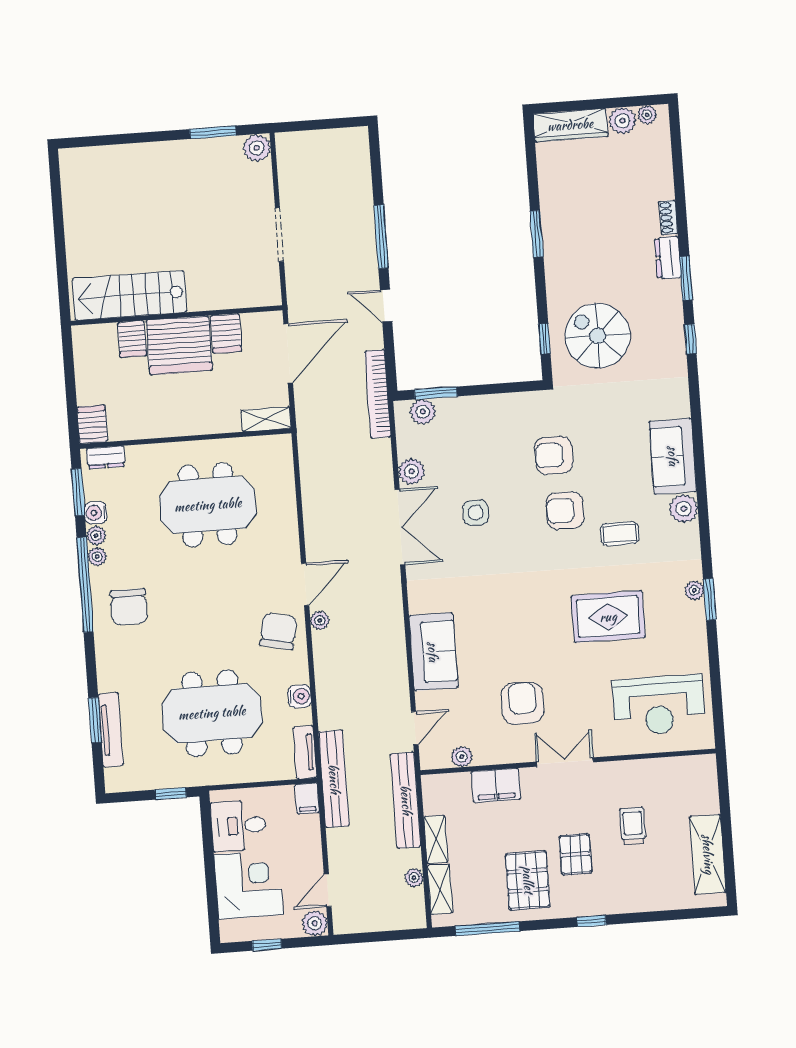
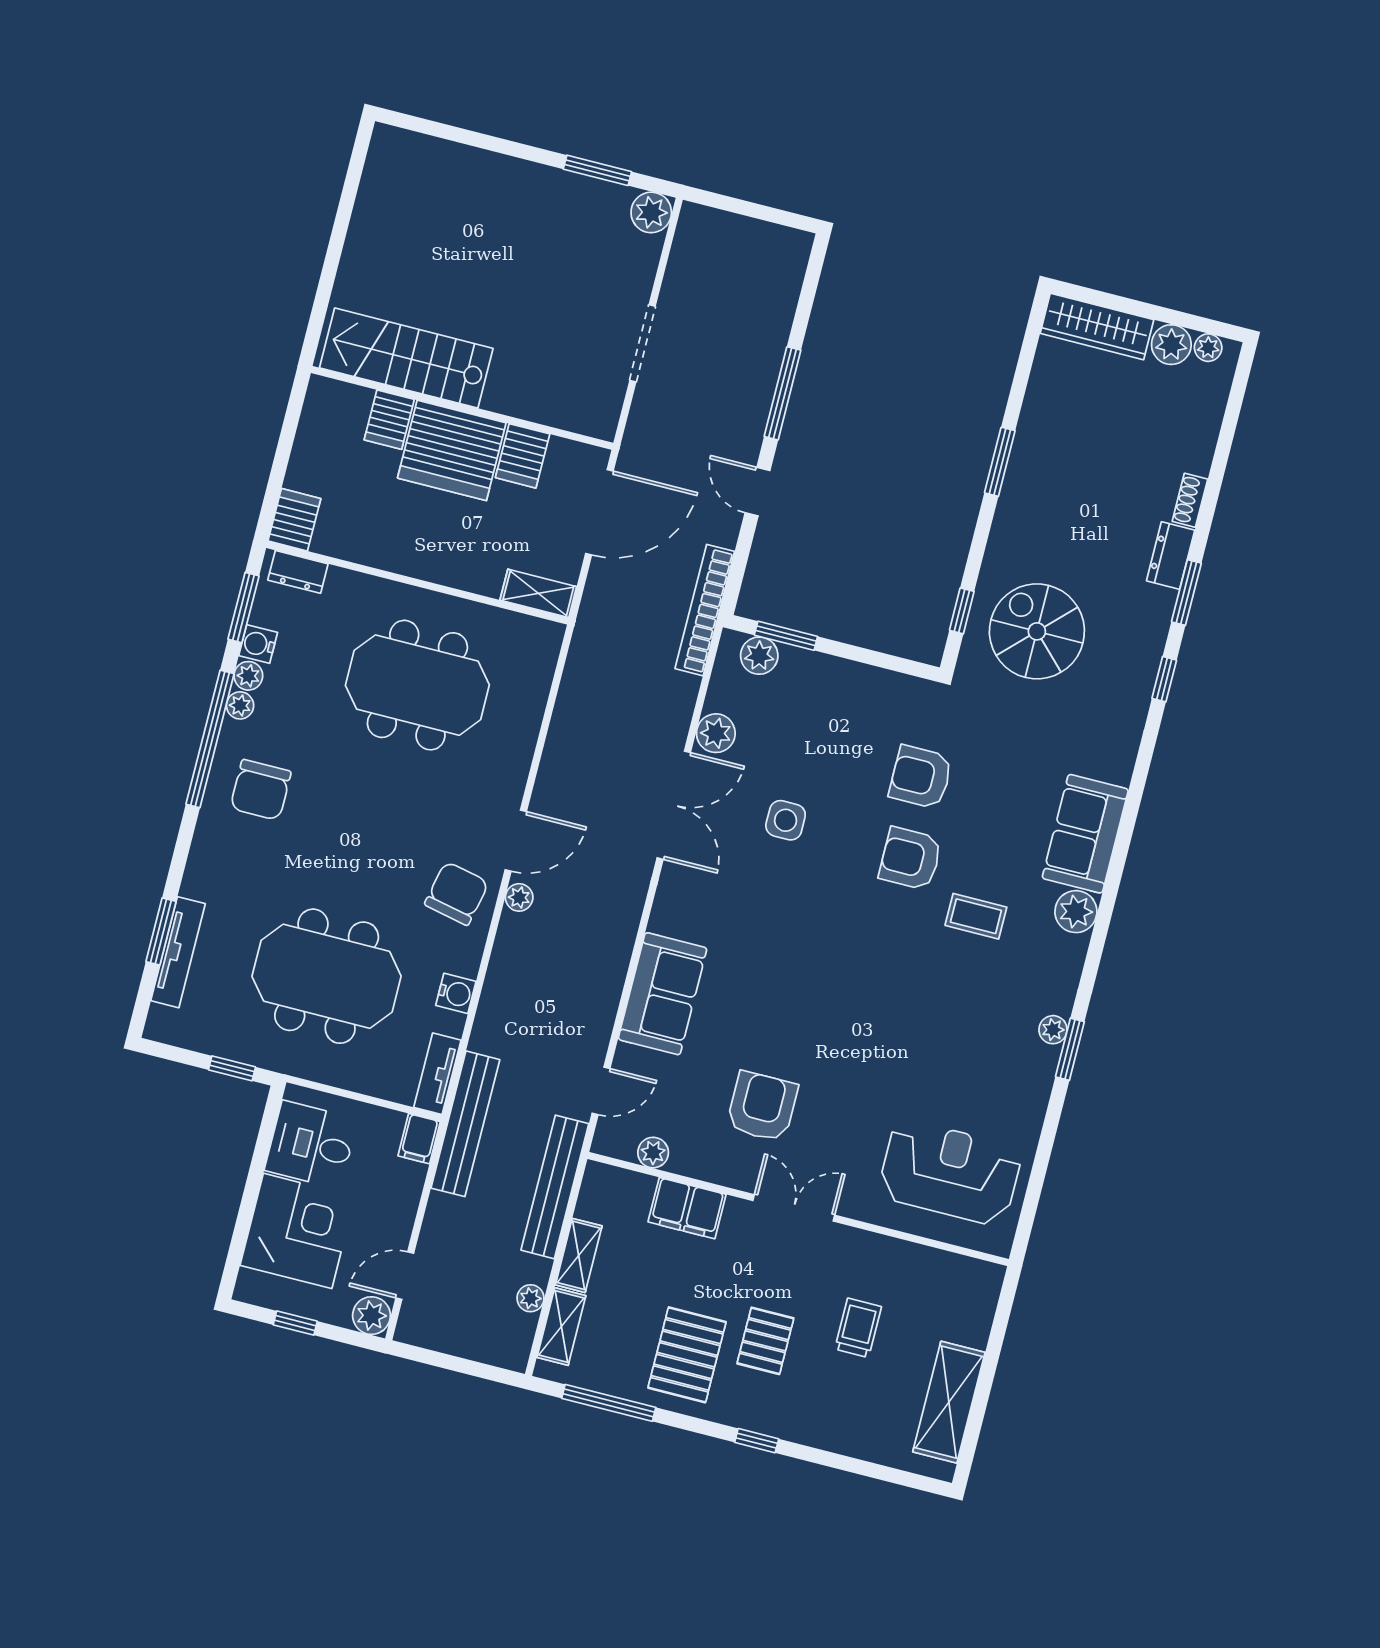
rug: (608, 617) -> (921, 1026), removed
reception desk: (658, 705) -> (950, 1172), turned 180

